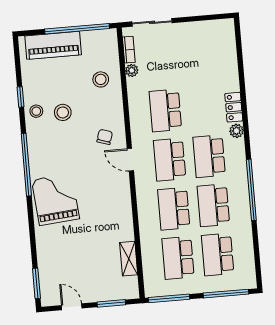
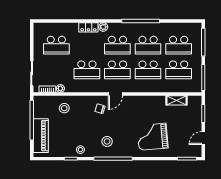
school desk: (201, 58) -> (56, 45), added
stool: (63, 112) -> (107, 141), moved
grand piano: (56, 199) -> (153, 137), moved

